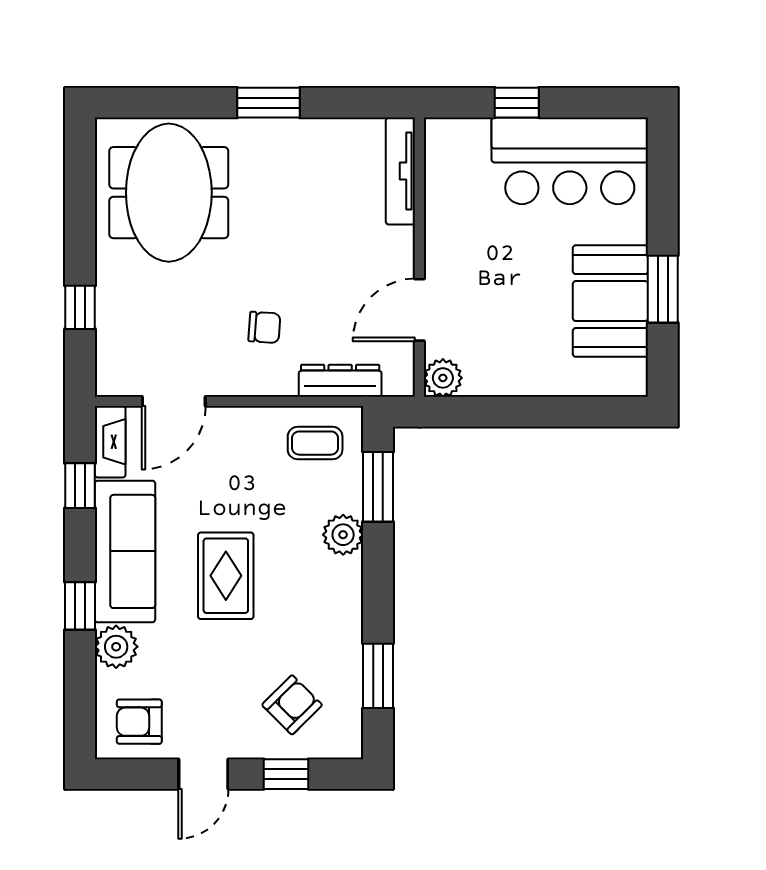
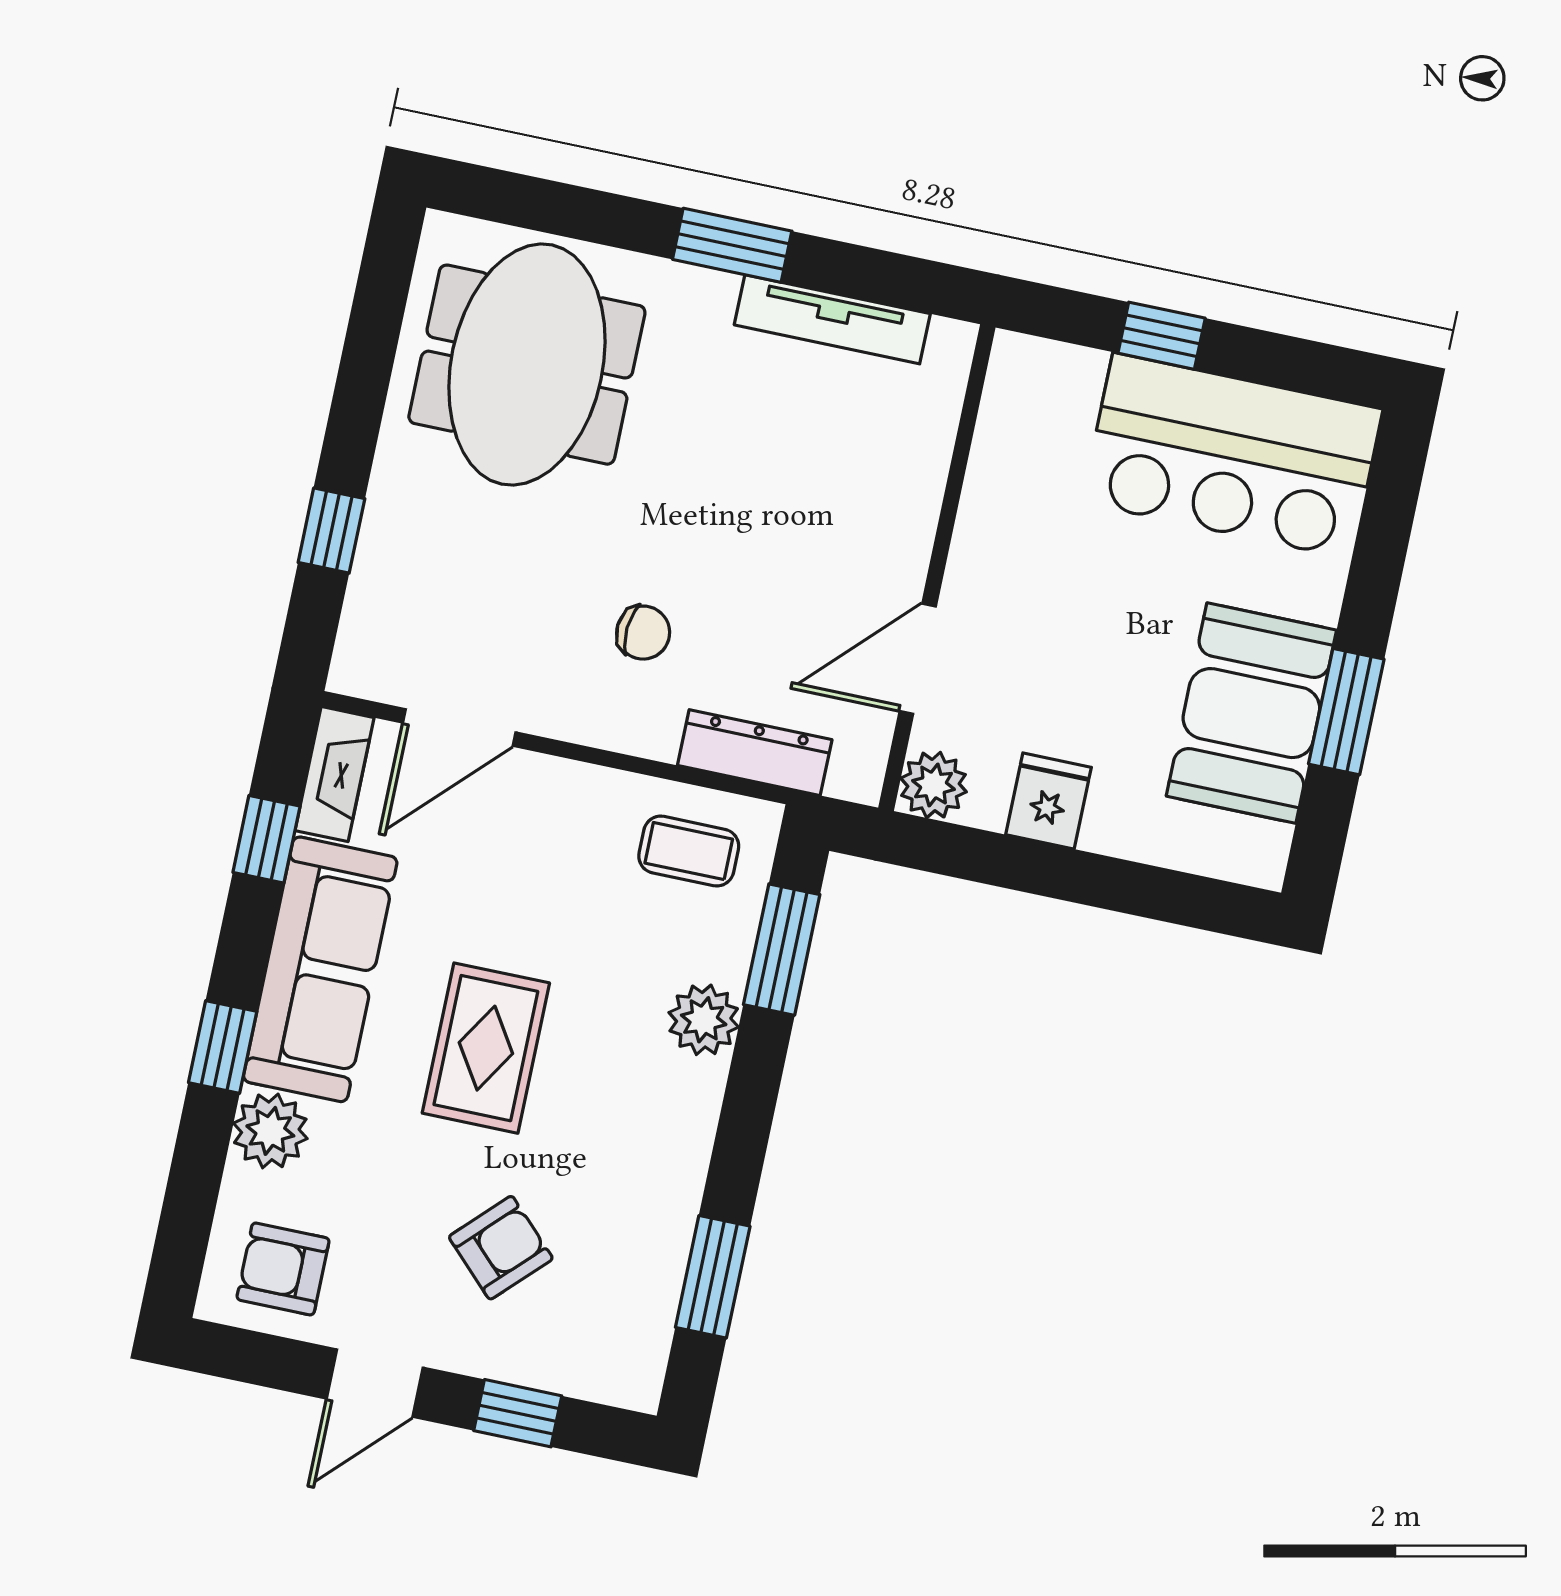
tv unit: (400, 171) -> (832, 319), moved, turned -90
fridge: (508, 373) -> (1048, 801), added
armchair: (292, 705) -> (501, 1248), moved

